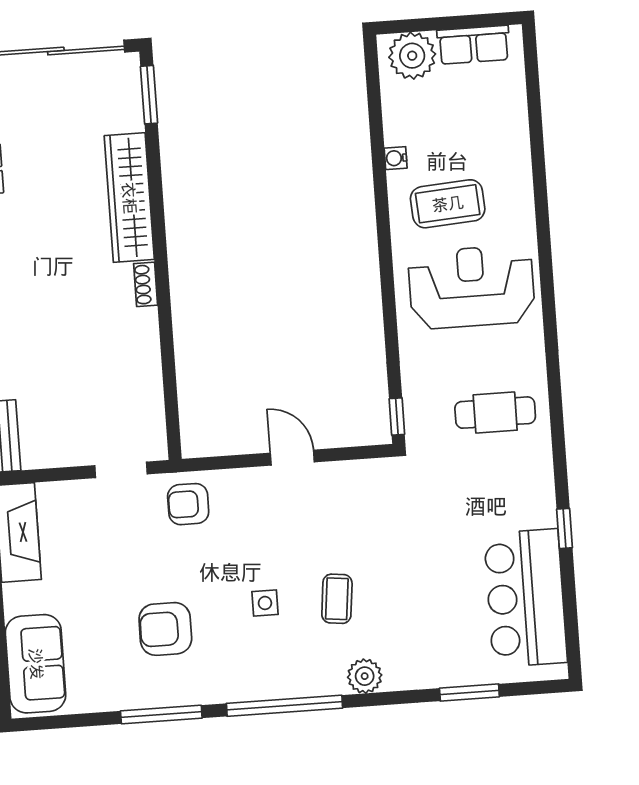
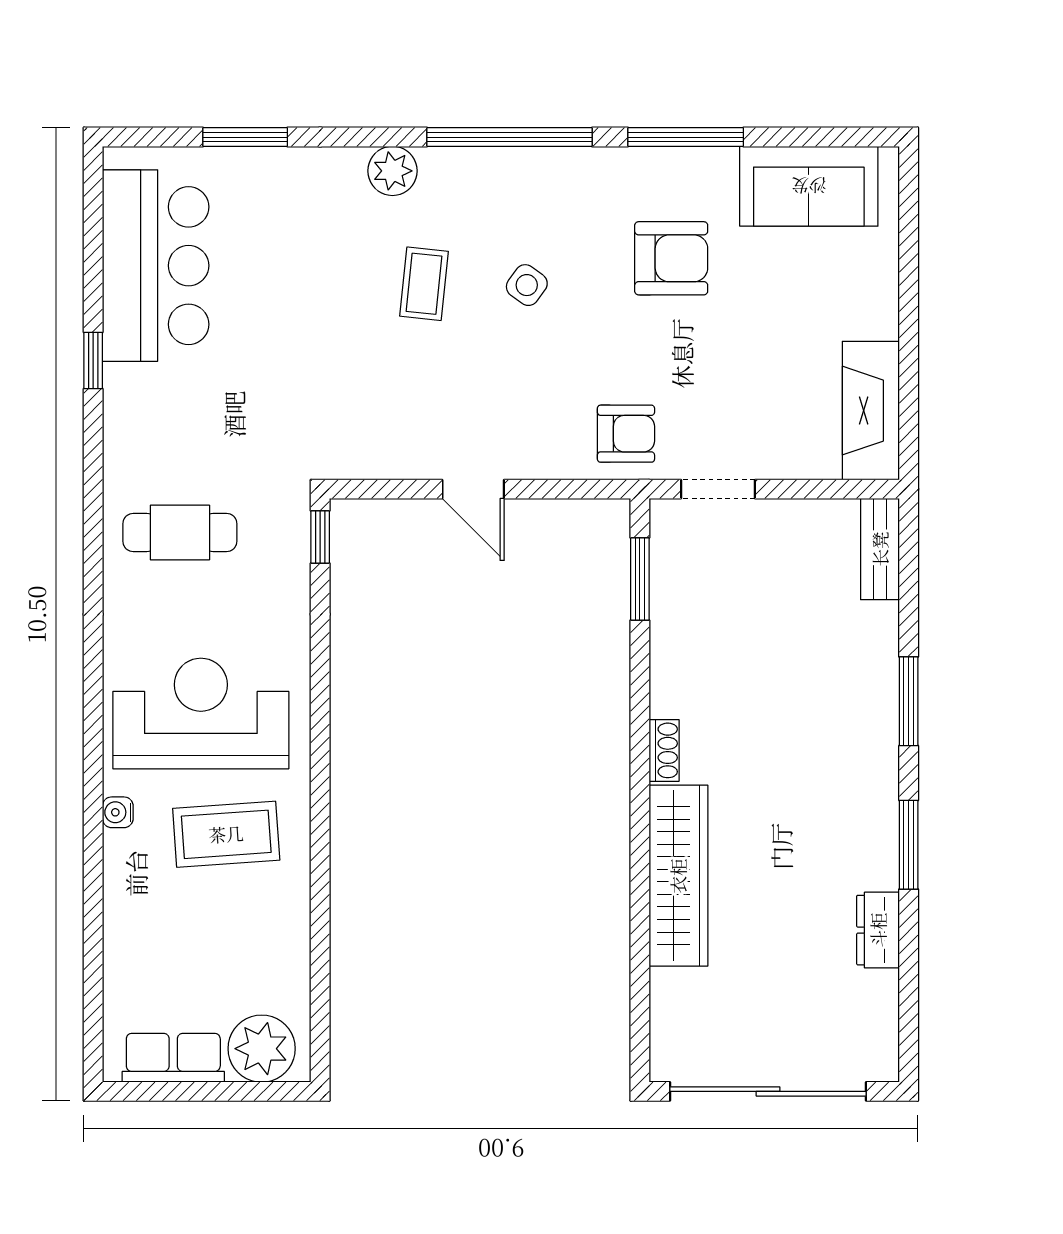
window: (149, 95) -> (640, 579), moved
water cooler: (396, 158) -> (118, 812), moved, turned 180
reception desk: (471, 287) -> (201, 714), turned 180
side table: (265, 603) -> (527, 285), turned 36
sofa: (36, 664) -> (809, 186), moved, turned -90

